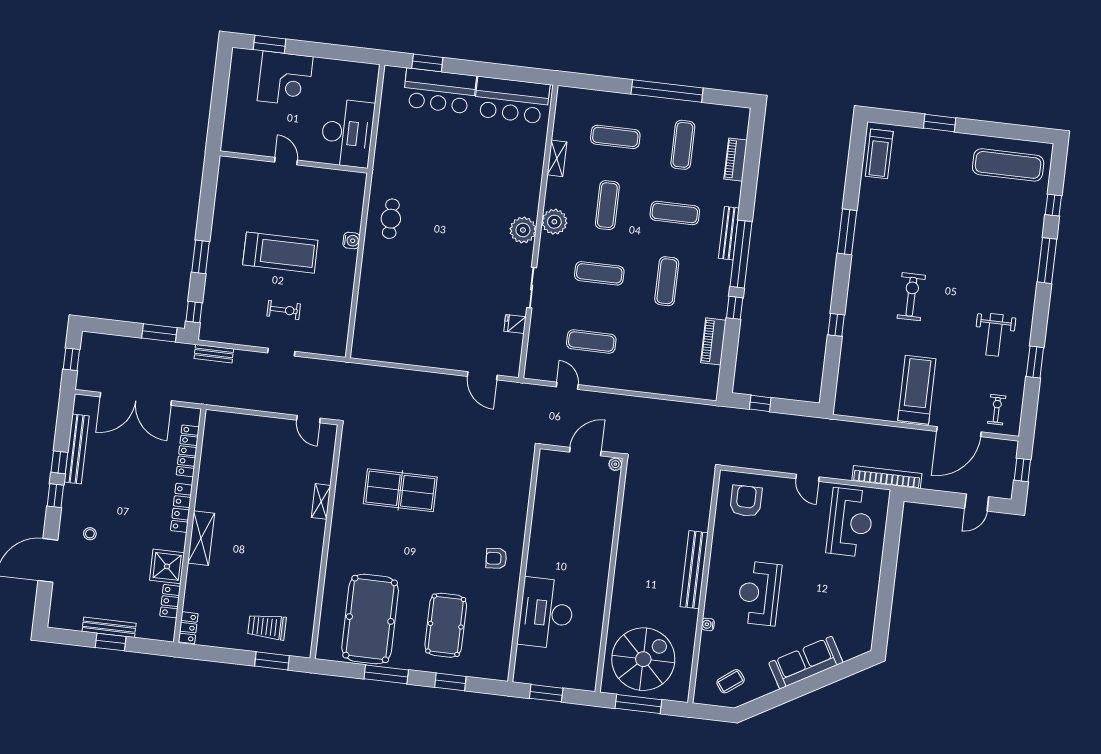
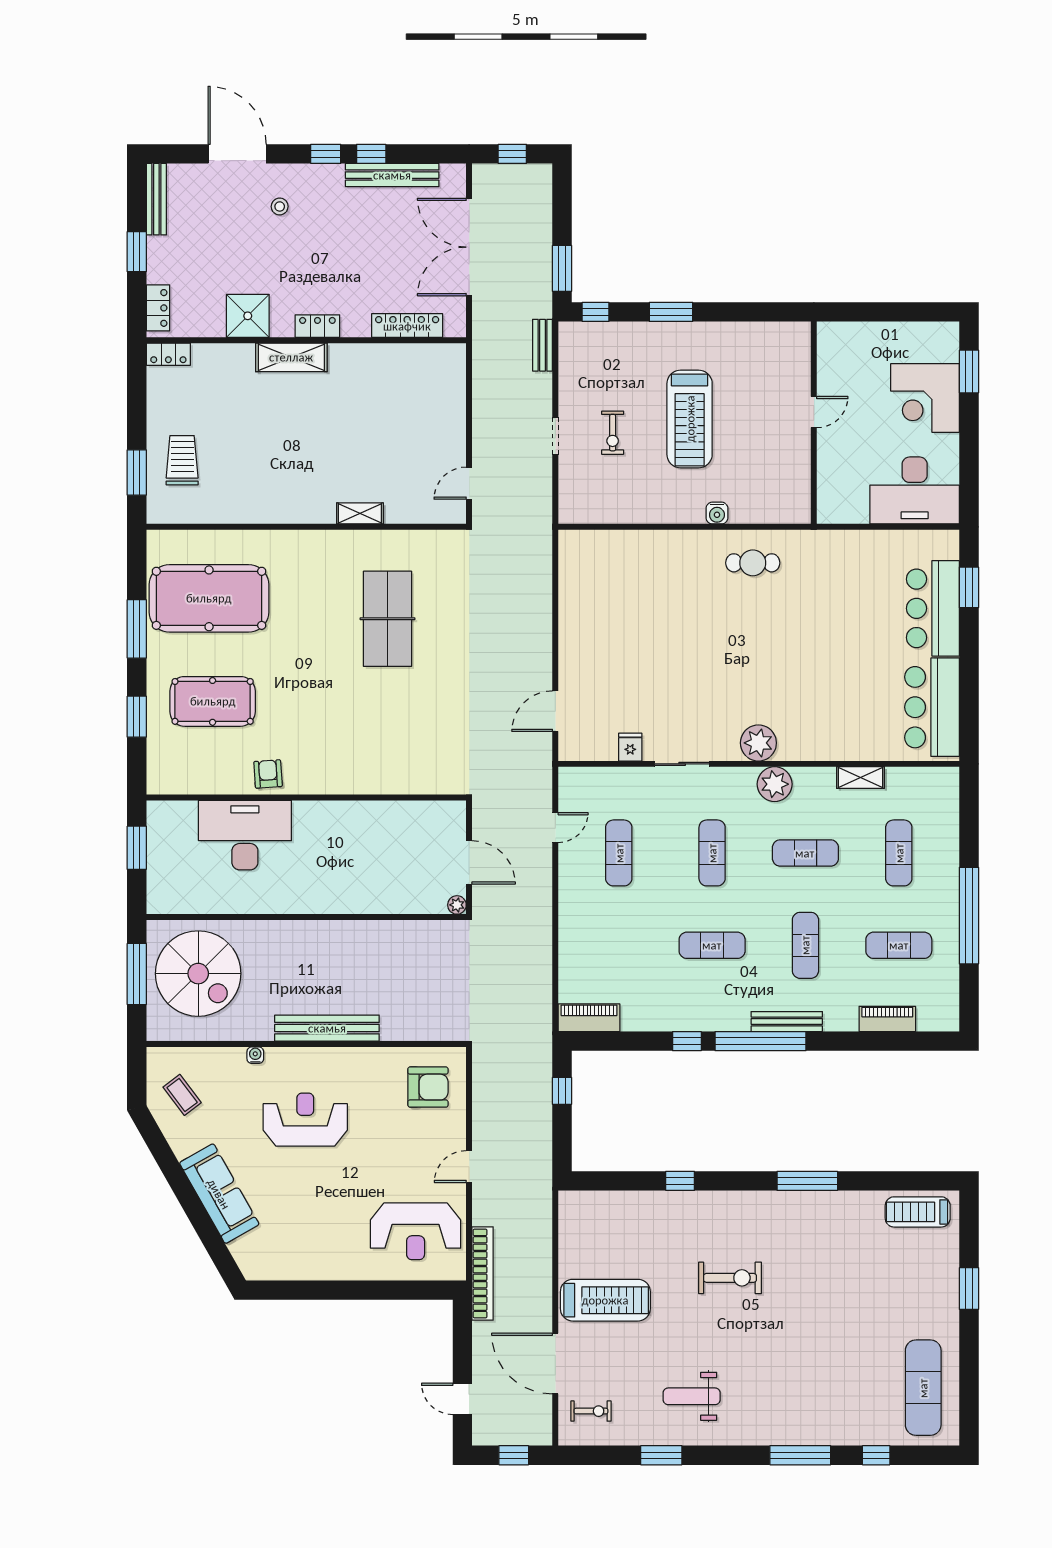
desk: (347, 133) -> (915, 490), moved
piano: (713, 341) -> (589, 1018), moved
locker: (181, 508) -> (317, 326), width x0.66
armchair: (496, 558) -> (268, 774), moved
locker: (170, 601) -> (158, 308), moved, turned 90
bench: (109, 627) -> (156, 199), moved

